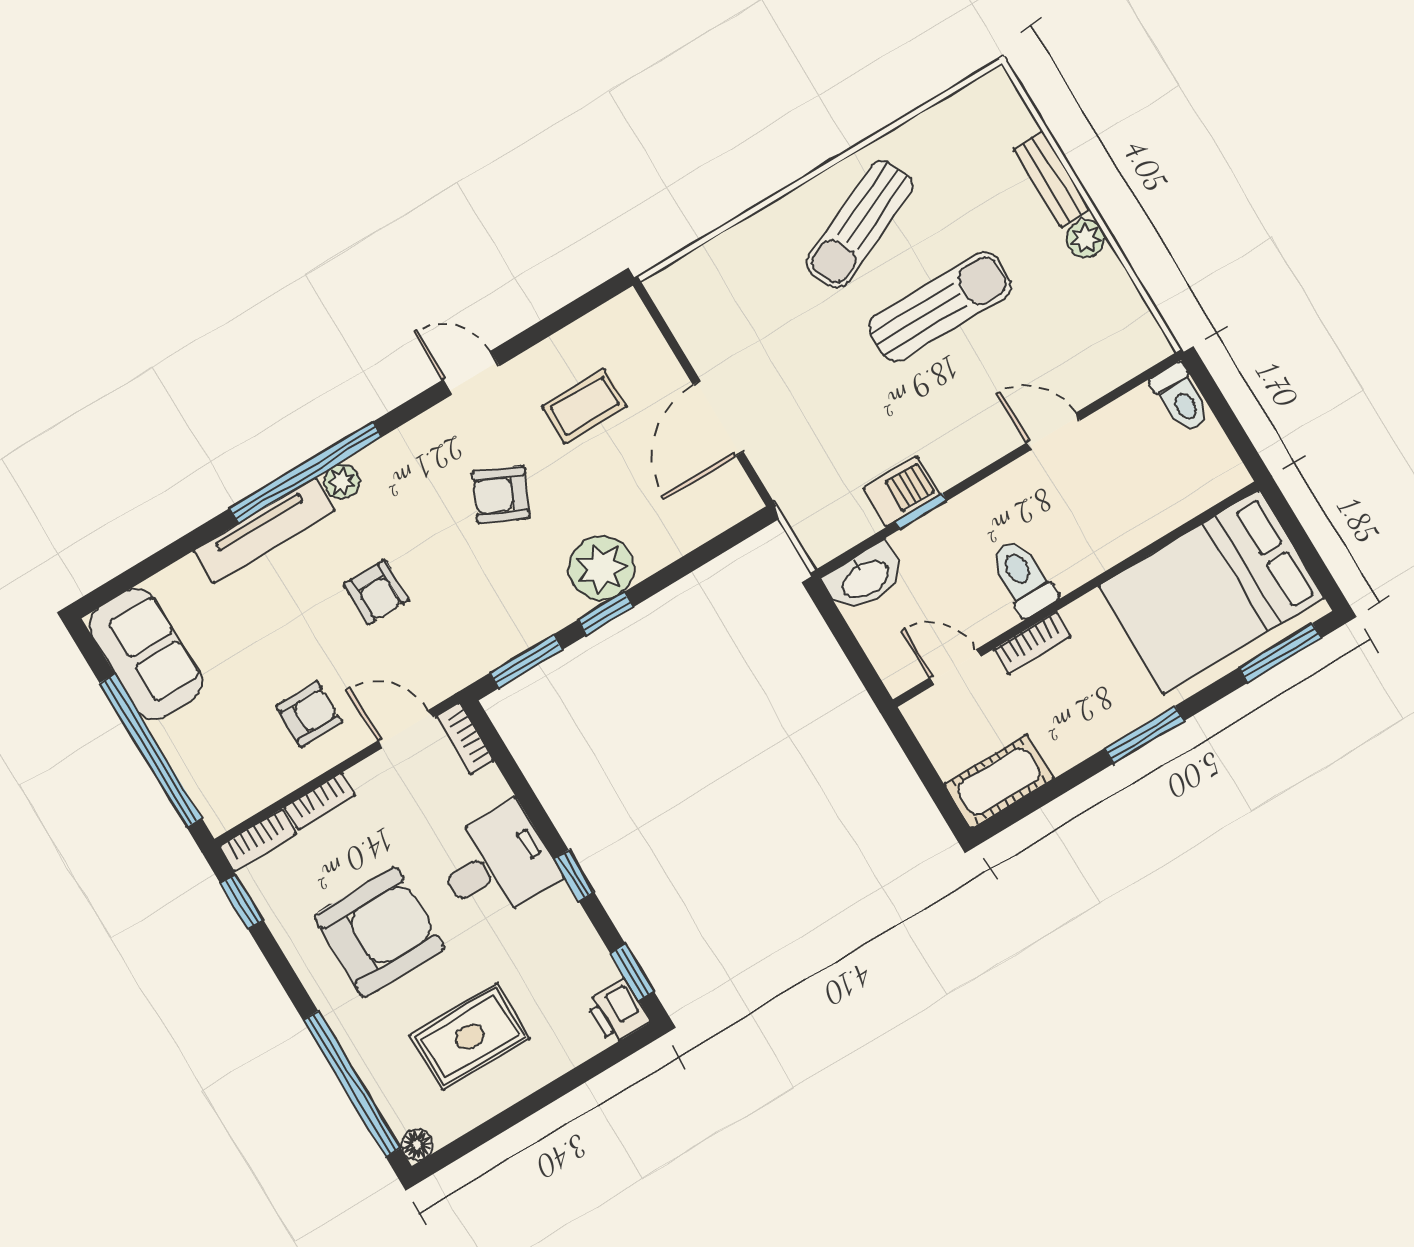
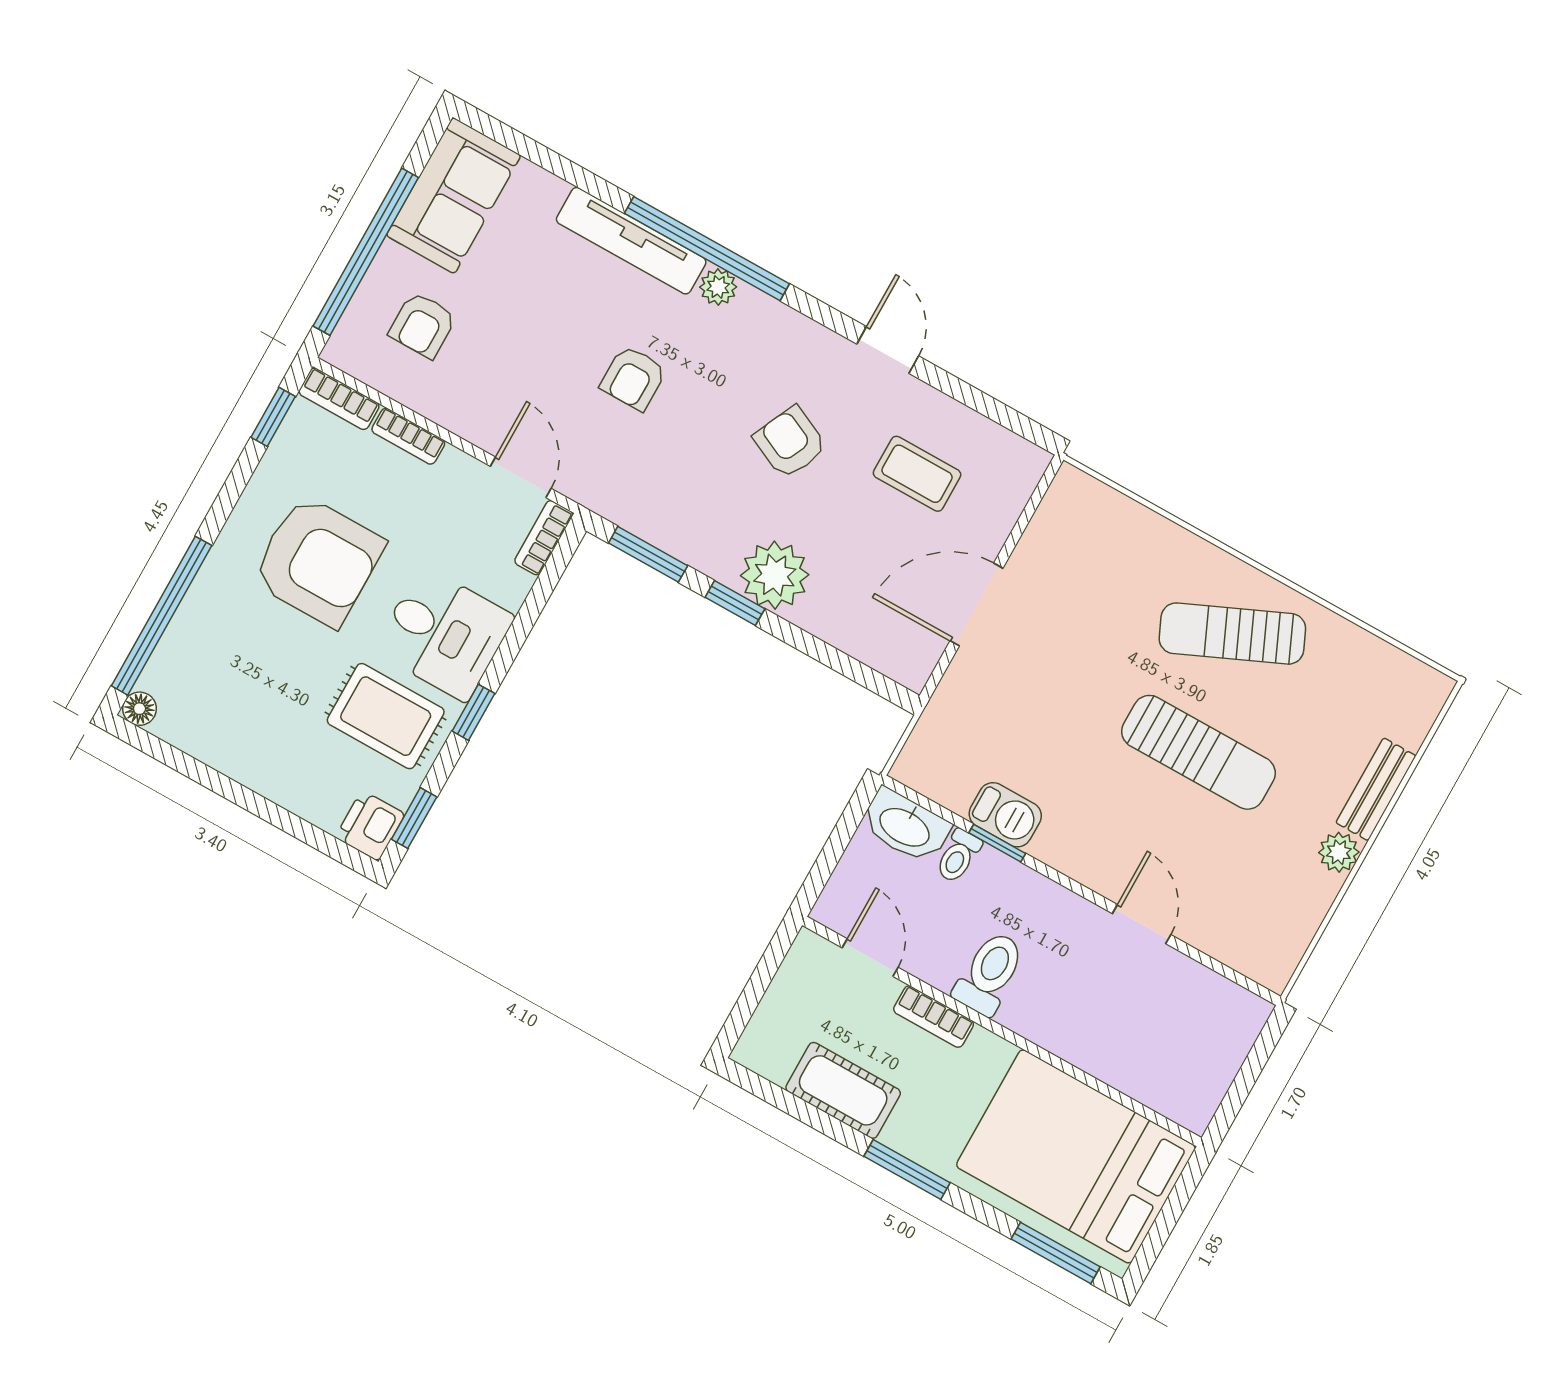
toilet: (1181, 398) -> (958, 856), moved, width x0.73, depth x0.72
armchair: (309, 714) -> (423, 325), moved, turned 90
cot: (999, 781) -> (843, 1090), moved
rug: (470, 1037) -> (386, 716), moved

